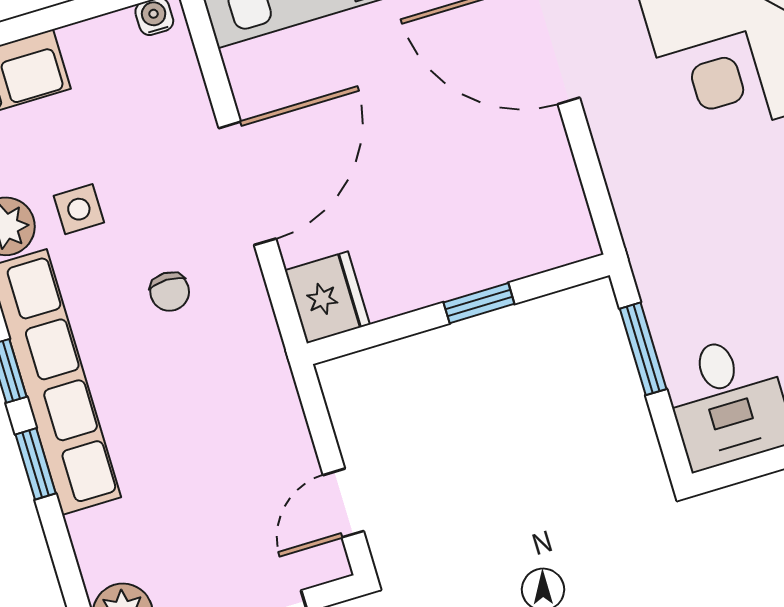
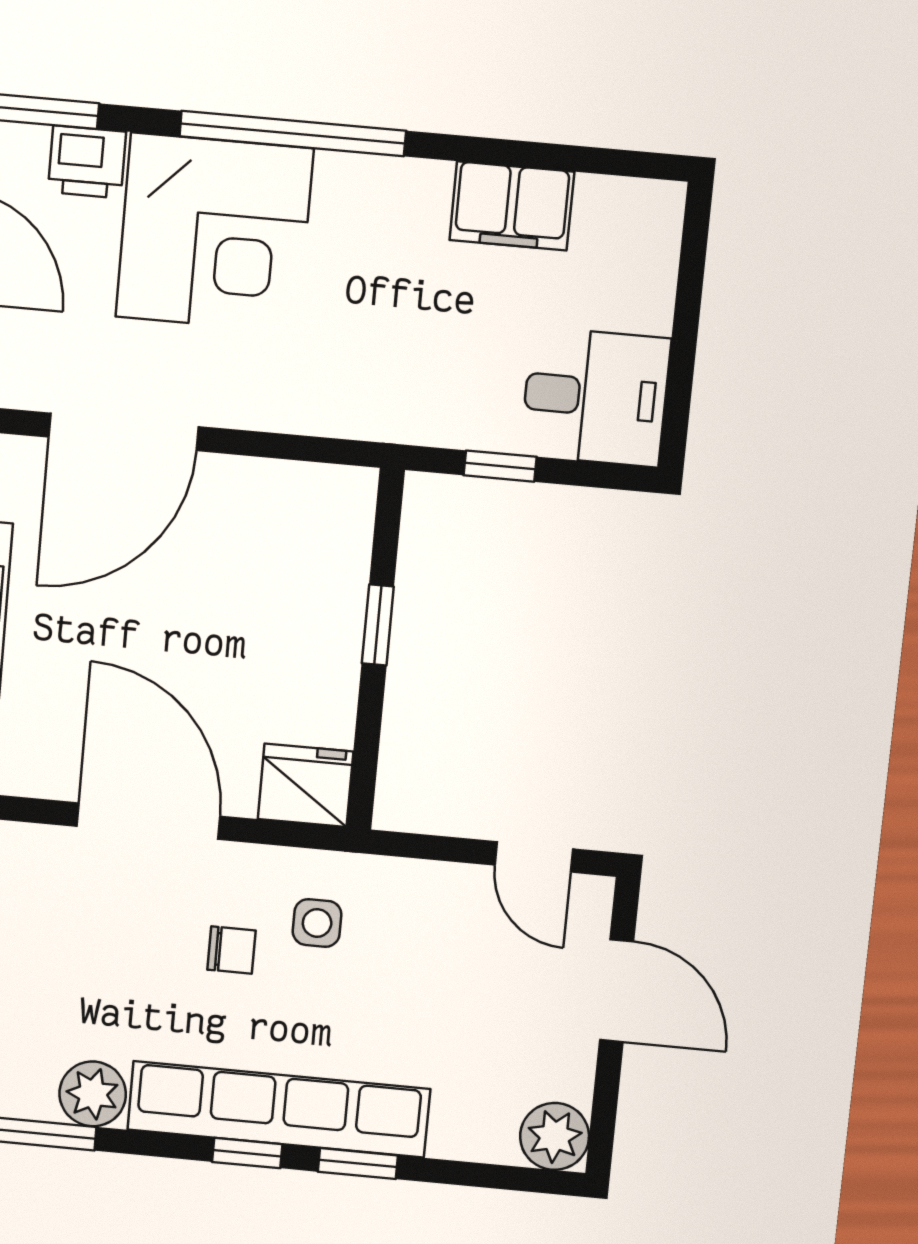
side table: (79, 209) -> (317, 923), moved
window: (643, 349) -> (500, 466), width x0.67

